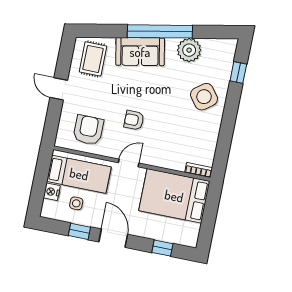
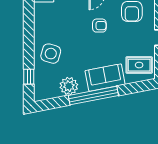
rug: (93, 59) -> (139, 65), turned 90
side table: (204, 97) -> (51, 54), turned -37

